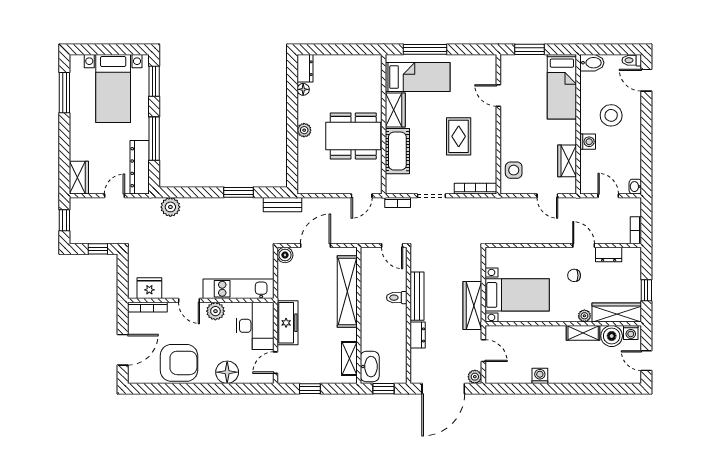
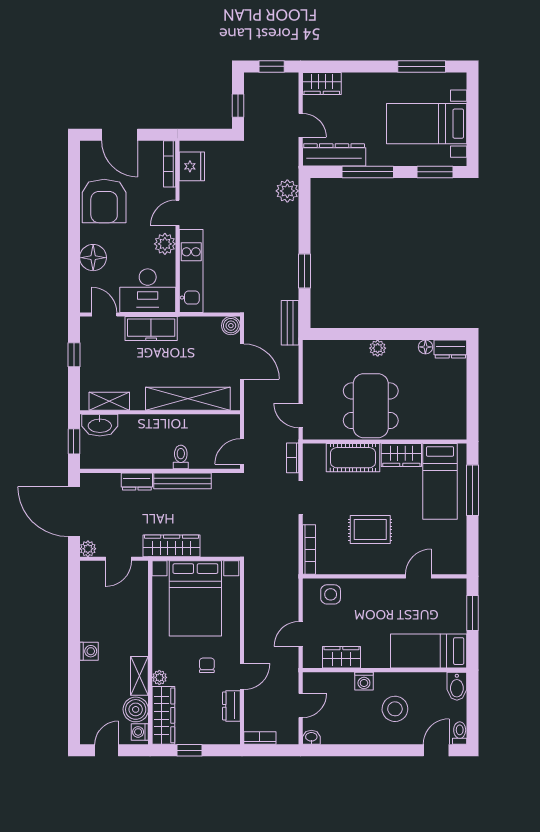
bed with nightstands: (517, 295) -> (195, 598), width x1.36
washing machine: (540, 376) -> (89, 651), moved

